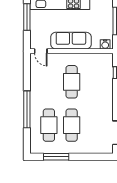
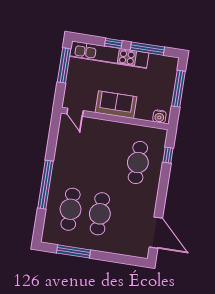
sofa: (71, 41) -> (116, 105), width x0.73
cafe table: (72, 82) -> (138, 163), moved

